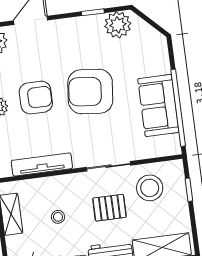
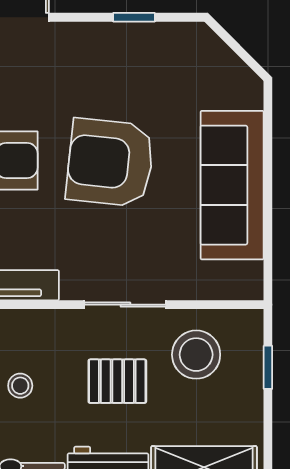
plant: (118, 25) -> (177, 46), removed
sofa: (158, 105) -> (232, 185), width x1.36
window: (178, 108) -> (268, 214), removed

